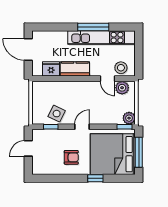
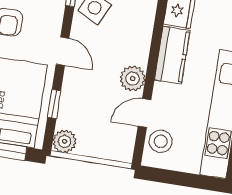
plant: (122, 88) -> (133, 79), moved
window: (124, 127) -> (54, 104), moved

